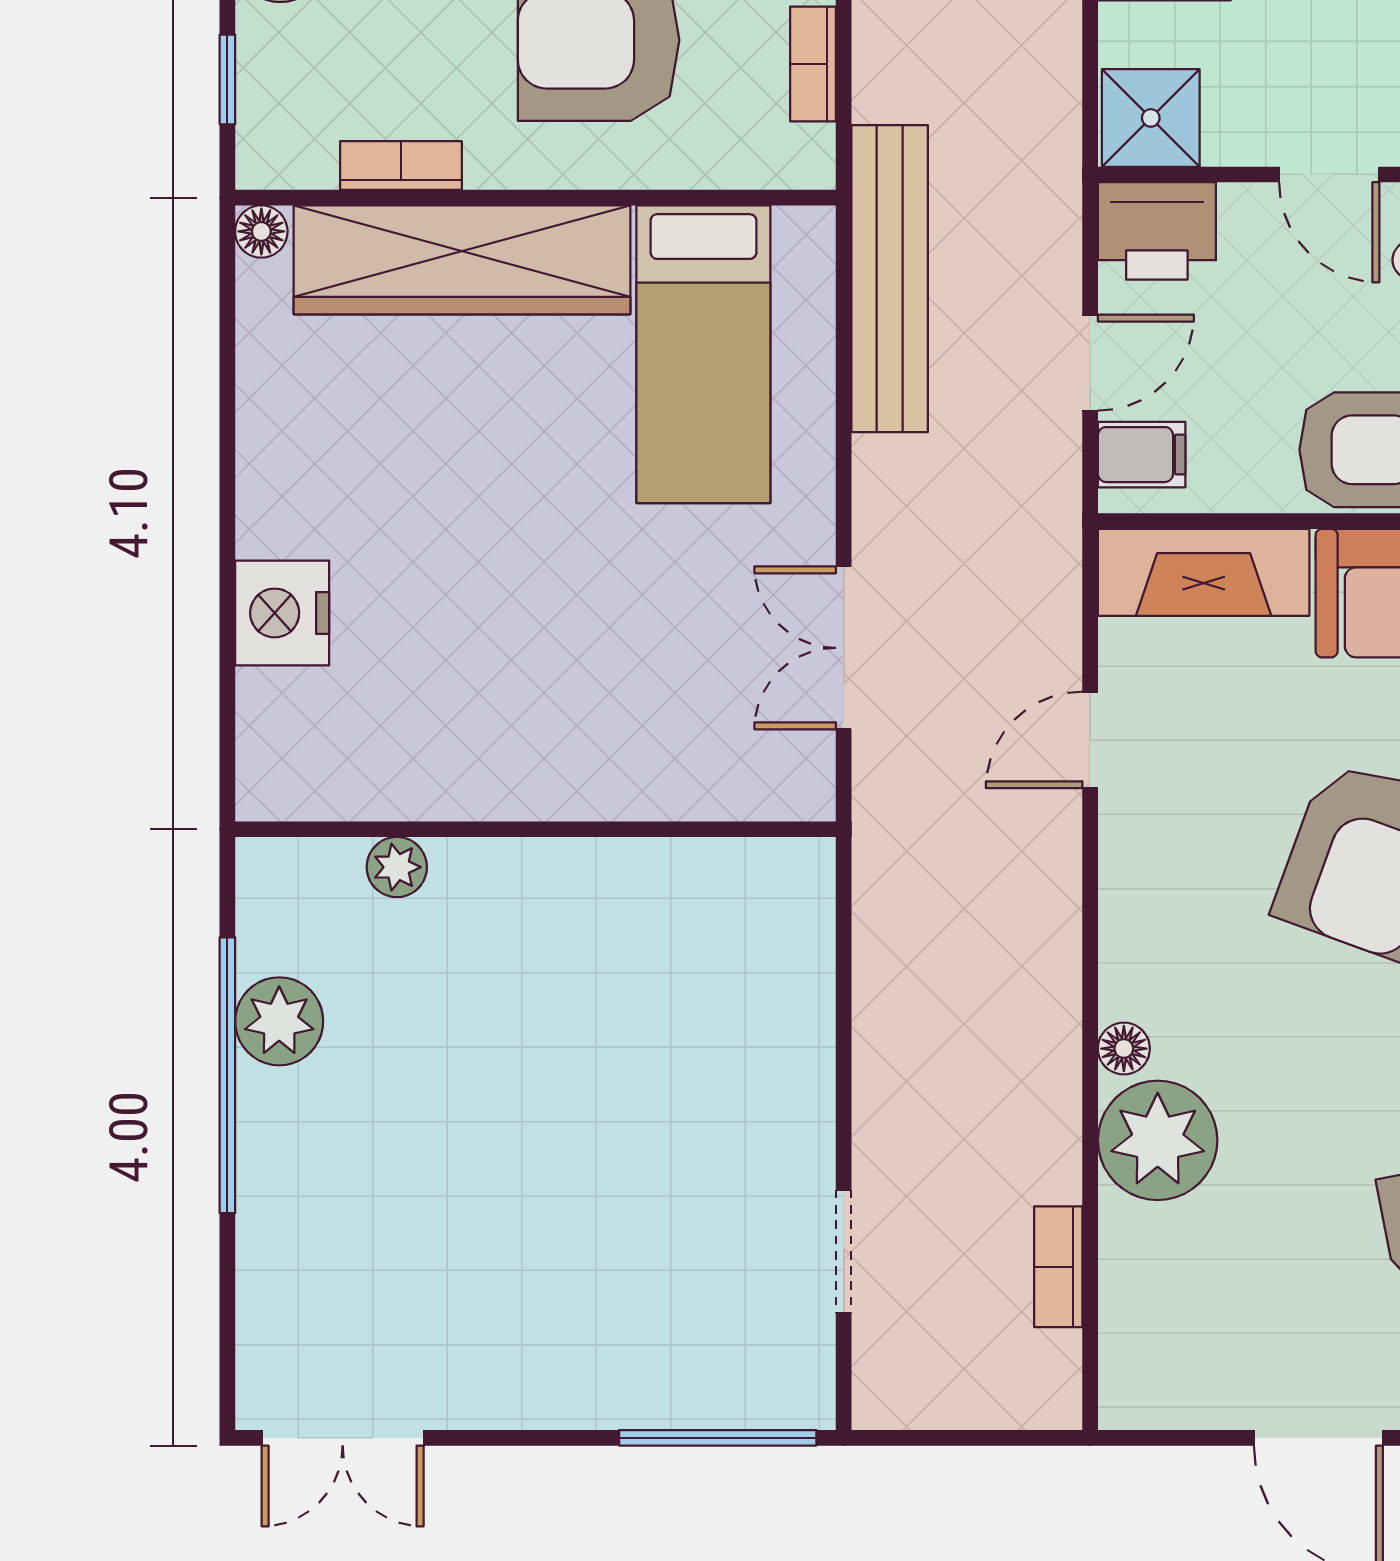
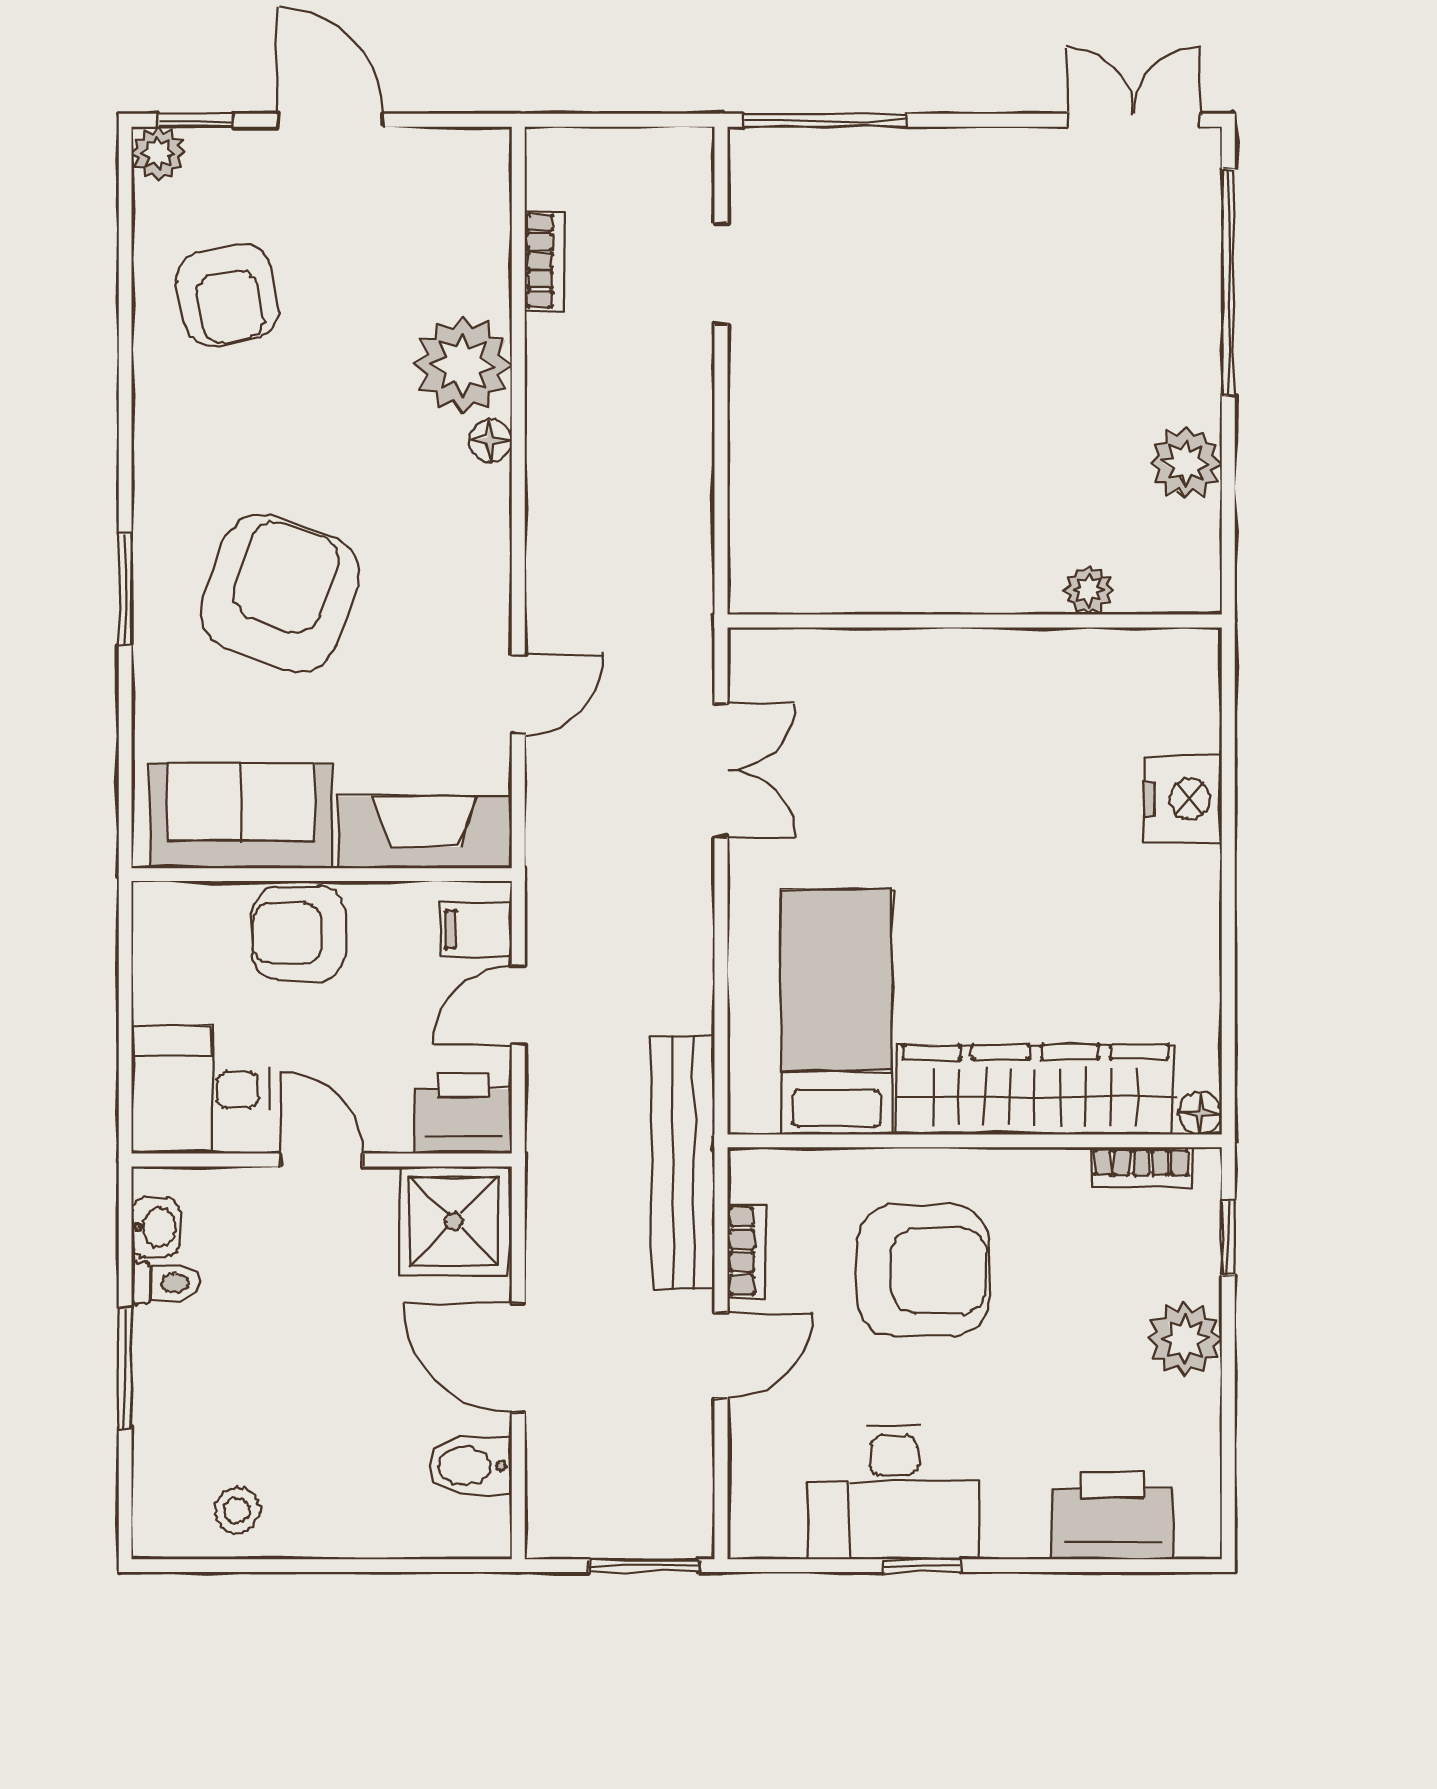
shower: (1151, 118) -> (454, 1221), width x1.36, depth x1.36
bookcase: (401, 166) -> (1141, 1167), moved
bench: (890, 279) -> (683, 1162), moved
window: (227, 1075) -> (1228, 282), moved

